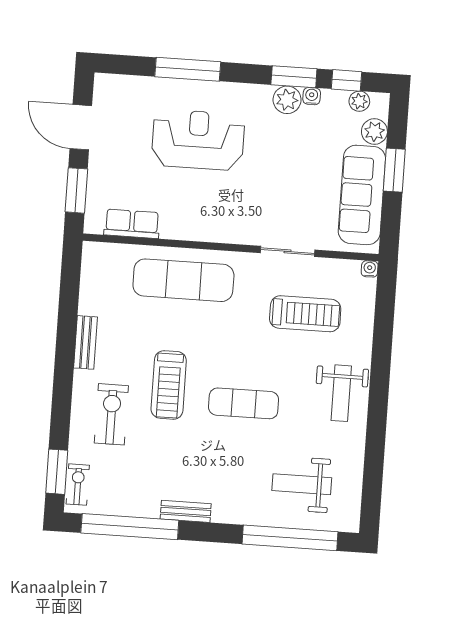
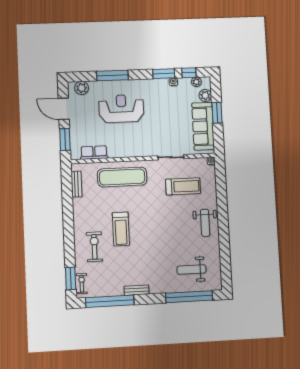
plant: (287, 100) -> (82, 88), moved
bench: (86, 342) -> (77, 184), moved
exercise mat: (244, 403) -> (158, 233), removed

